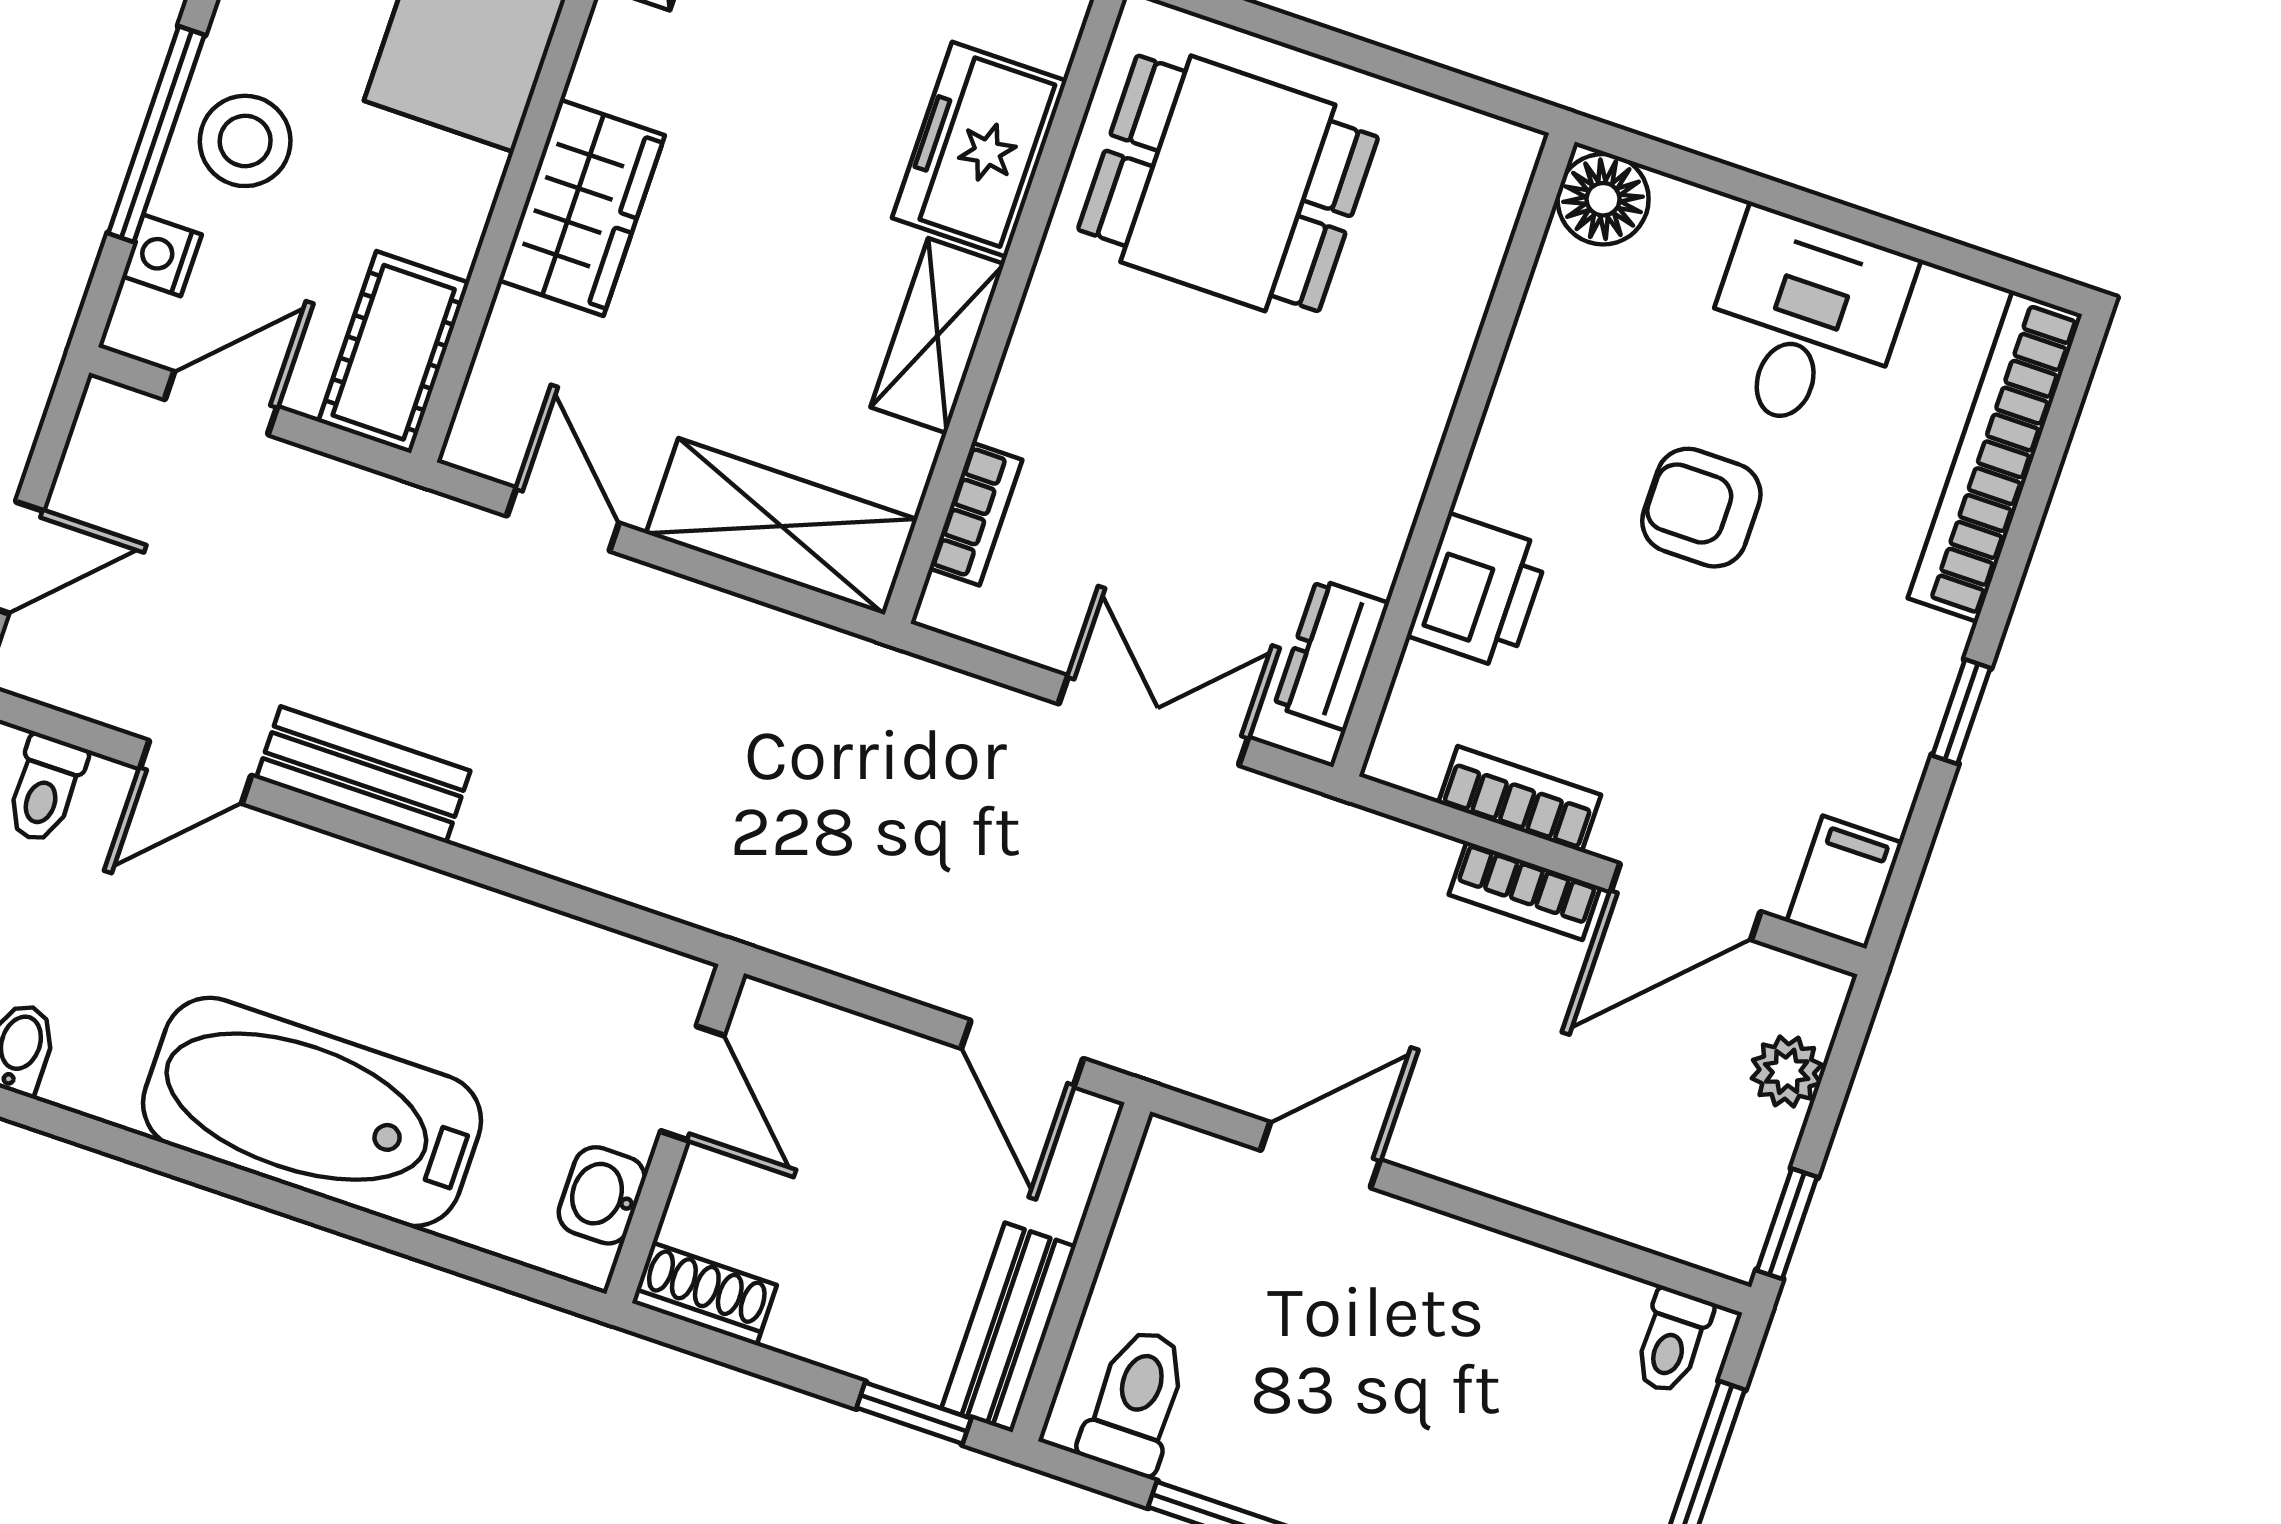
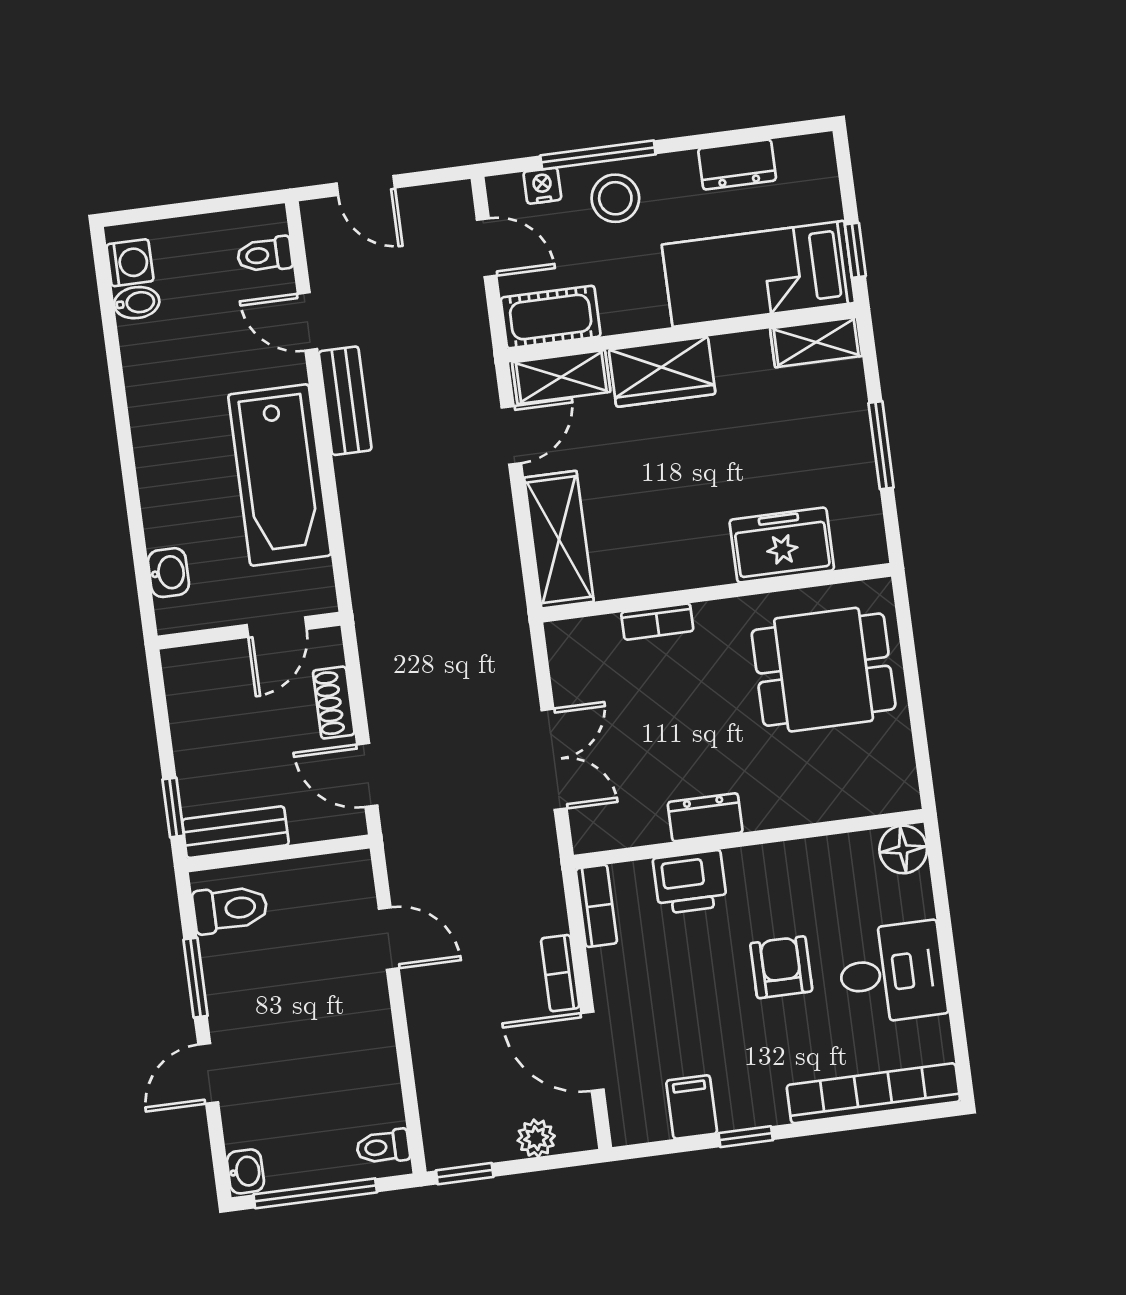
dining table: (1228, 183) -> (824, 670), turned 90
shelving: (937, 336) -> (561, 377), moved
bookcase: (976, 514) -> (657, 622), moved
dresser: (1331, 655) -> (705, 817), moved
bookcase: (1520, 799) -> (596, 906), moved
filing cabinet: (1845, 882) -> (692, 1107), moved, turned -90
door: (1022, 1053) -> (367, 775), hinge flipped
bathtub: (312, 1112) -> (280, 475), moved, turned 180
washbasin: (602, 1195) -> (168, 573), moved, turned 90
shoe rack: (704, 1294) -> (334, 703), moved, turned 180

